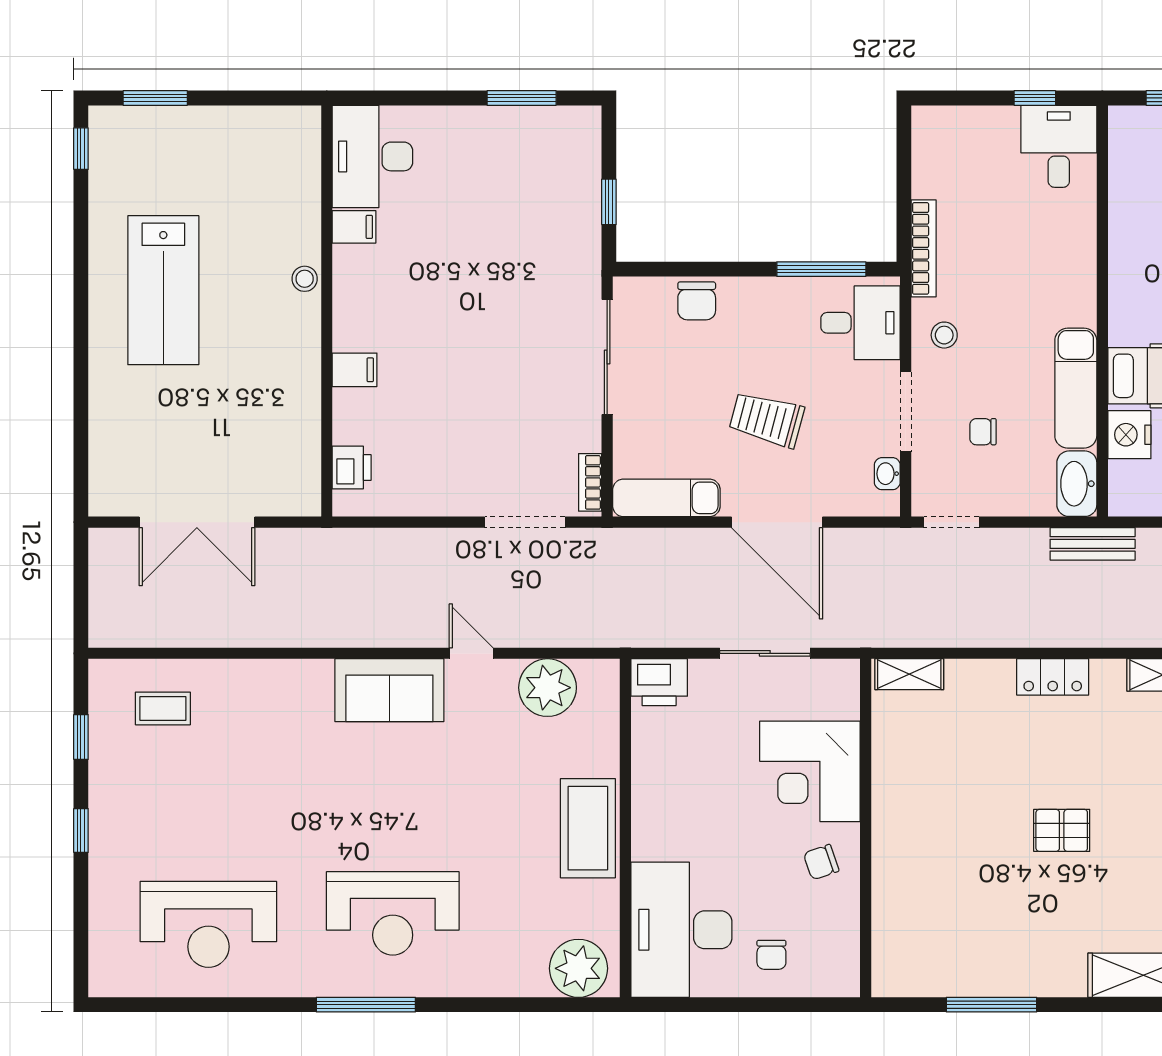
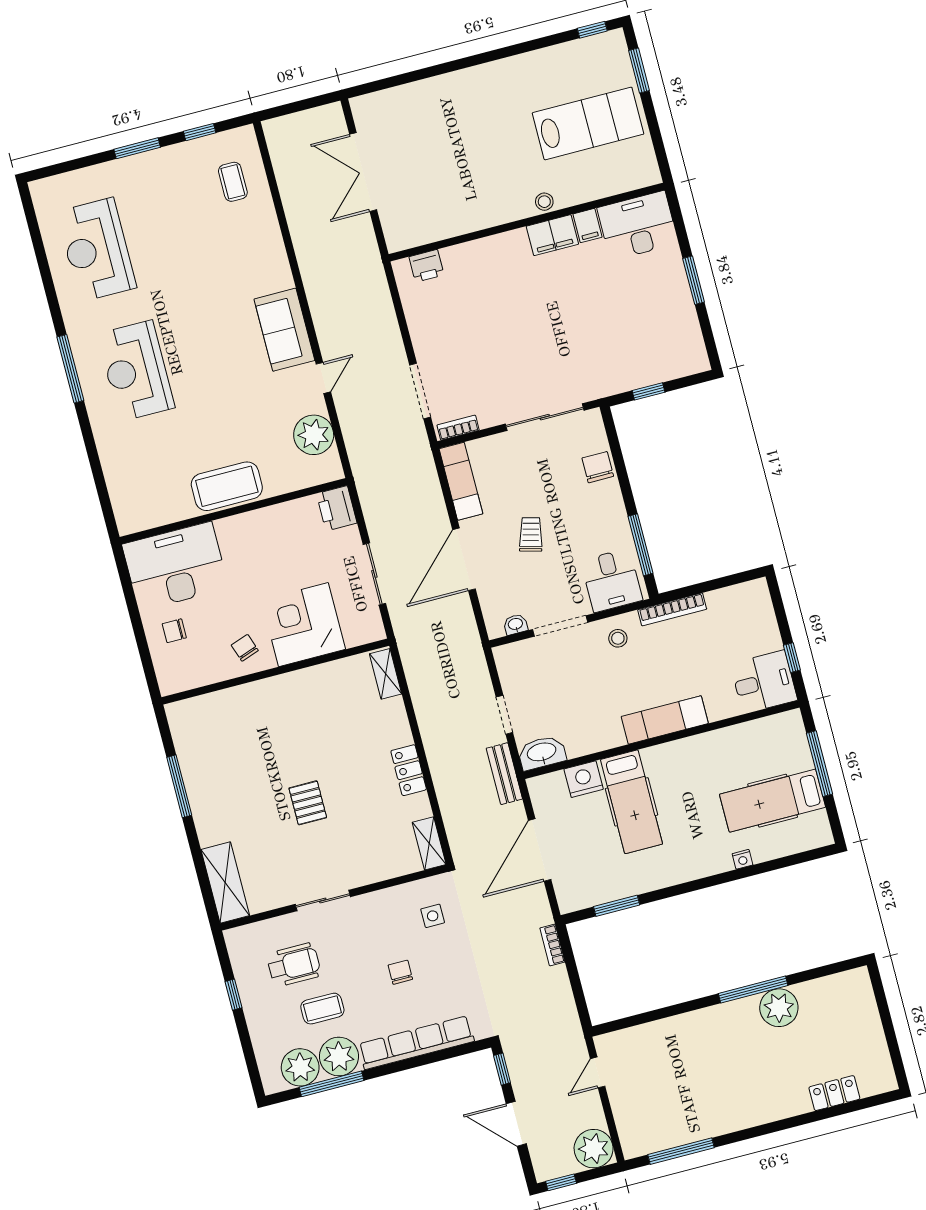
window: (522, 98) -> (694, 280), moved
lab bench: (163, 290) -> (588, 123), moved, turned 180
chair: (697, 301) -> (598, 467), turned 90
filing cabinet: (355, 370) -> (552, 235), moved, width x2.00
exam couch: (1076, 388) -> (665, 720), moved
trolley: (767, 419) -> (531, 534), width x0.73, depth x0.72
chair: (983, 432) -> (560, 681), removed
doorway: (951, 522) -> (504, 715), moved
window: (81, 831) -> (137, 148), width x1.50
plant: (578, 968) -> (132, 504), removed

